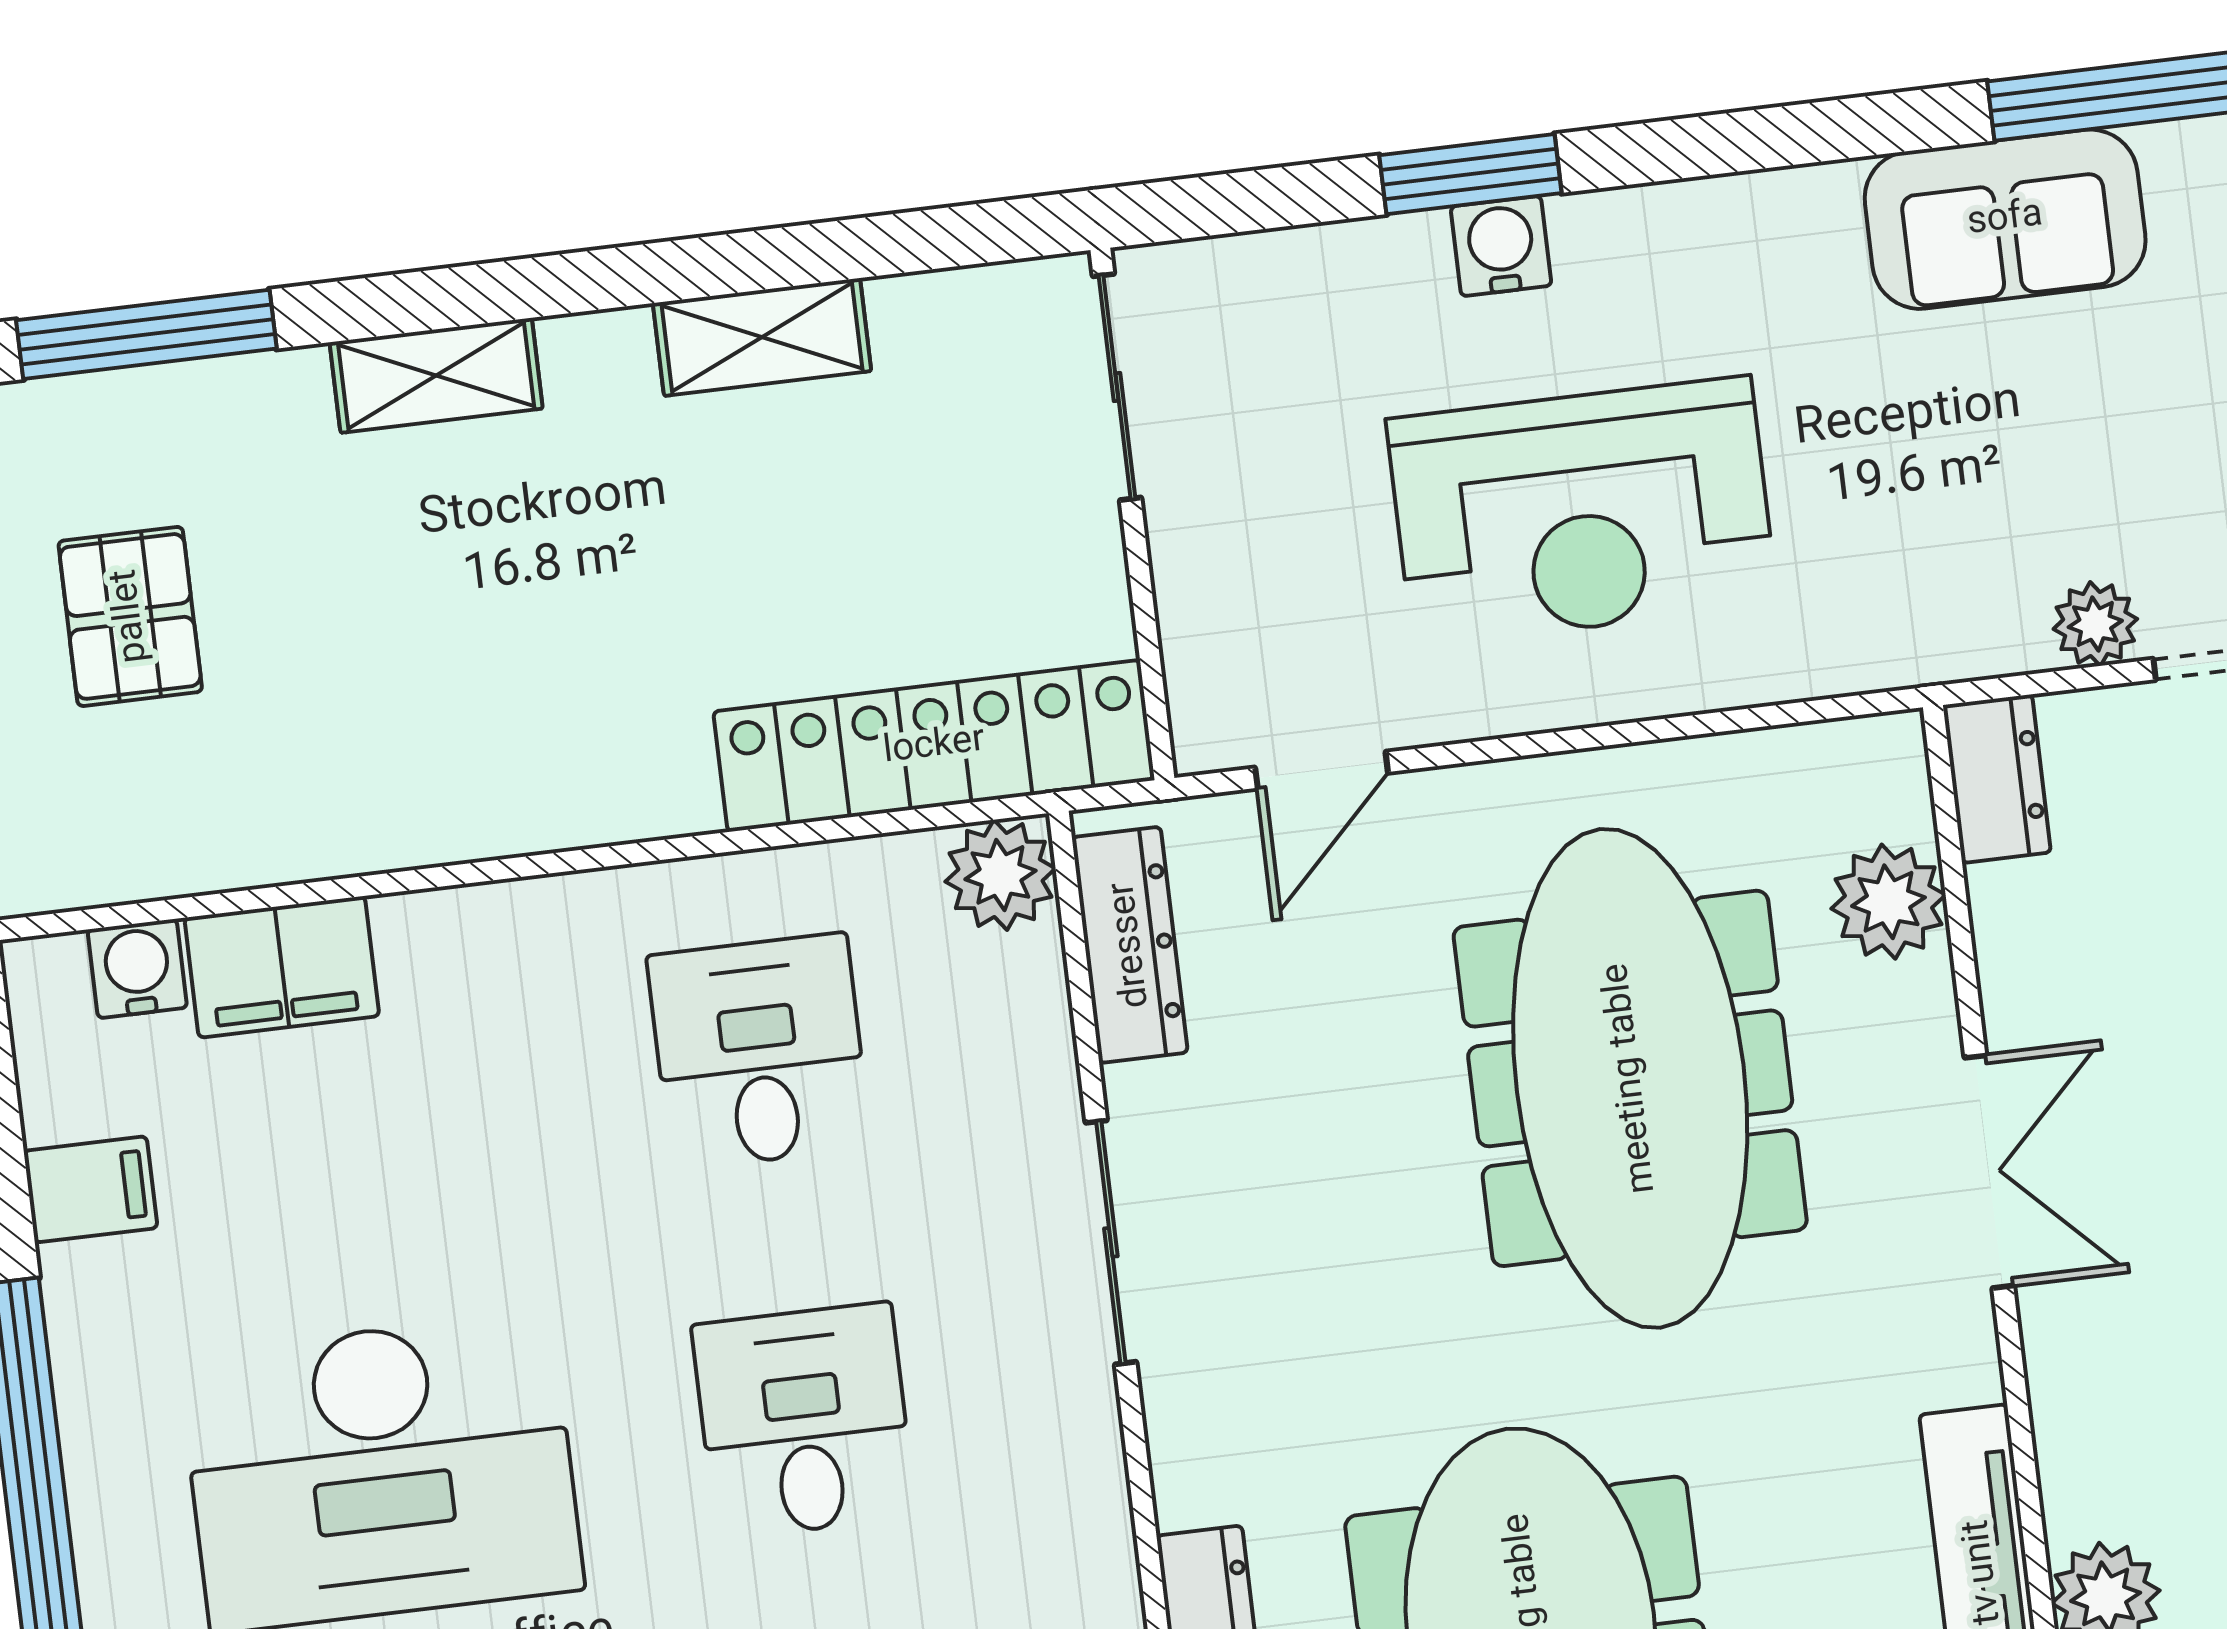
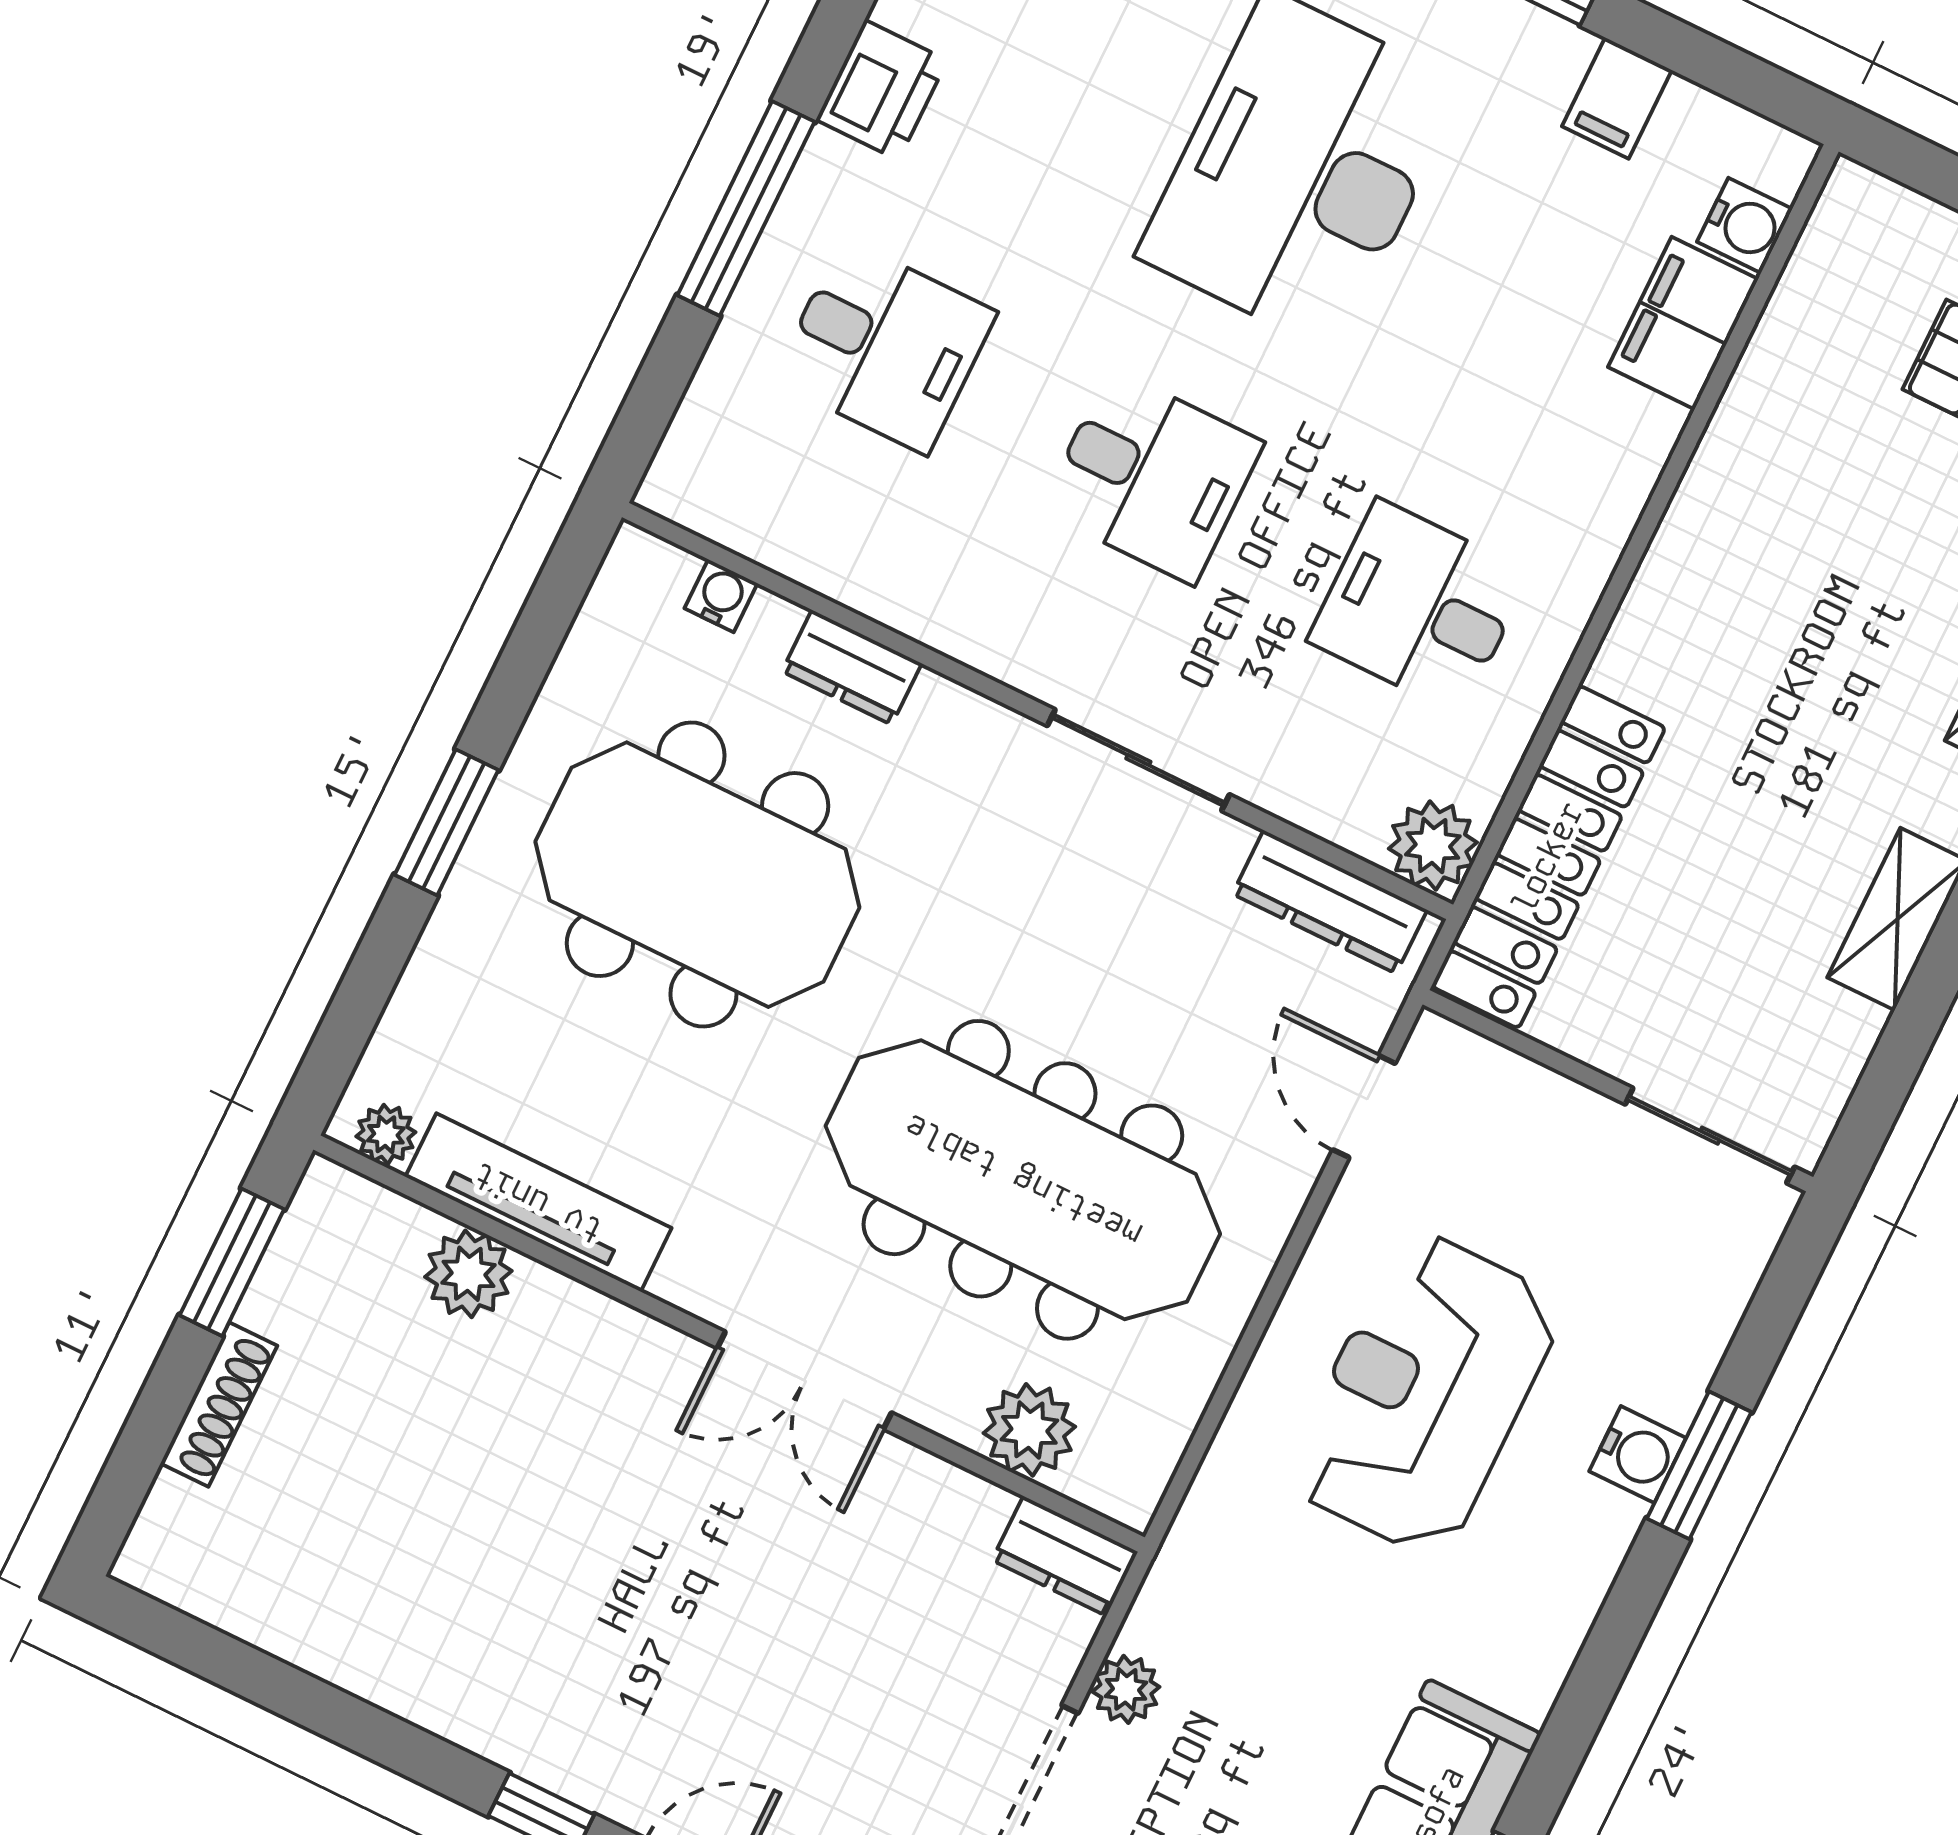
desk: (759, 1052) -> (1419, 607), turned 180

